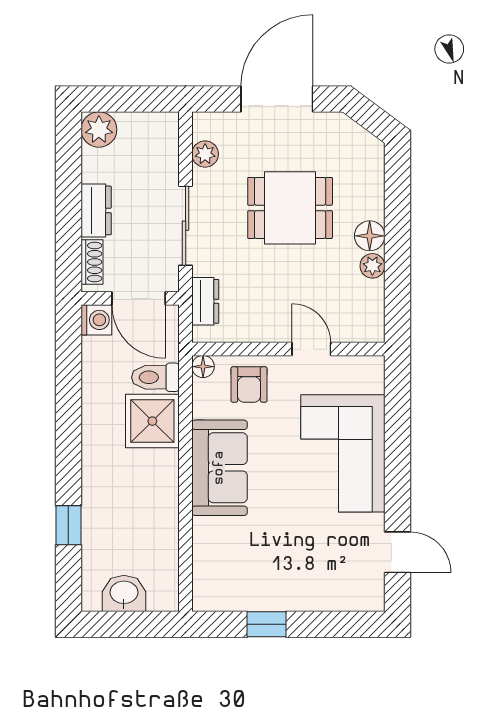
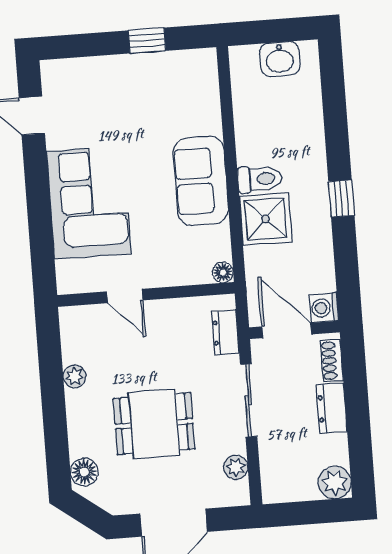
floor lamp: (370, 236) -> (84, 472), moved
toilet: (155, 377) -> (260, 179), moved
armchair: (249, 384) -> (180, 259), removed
window: (68, 525) -> (341, 199), moved

